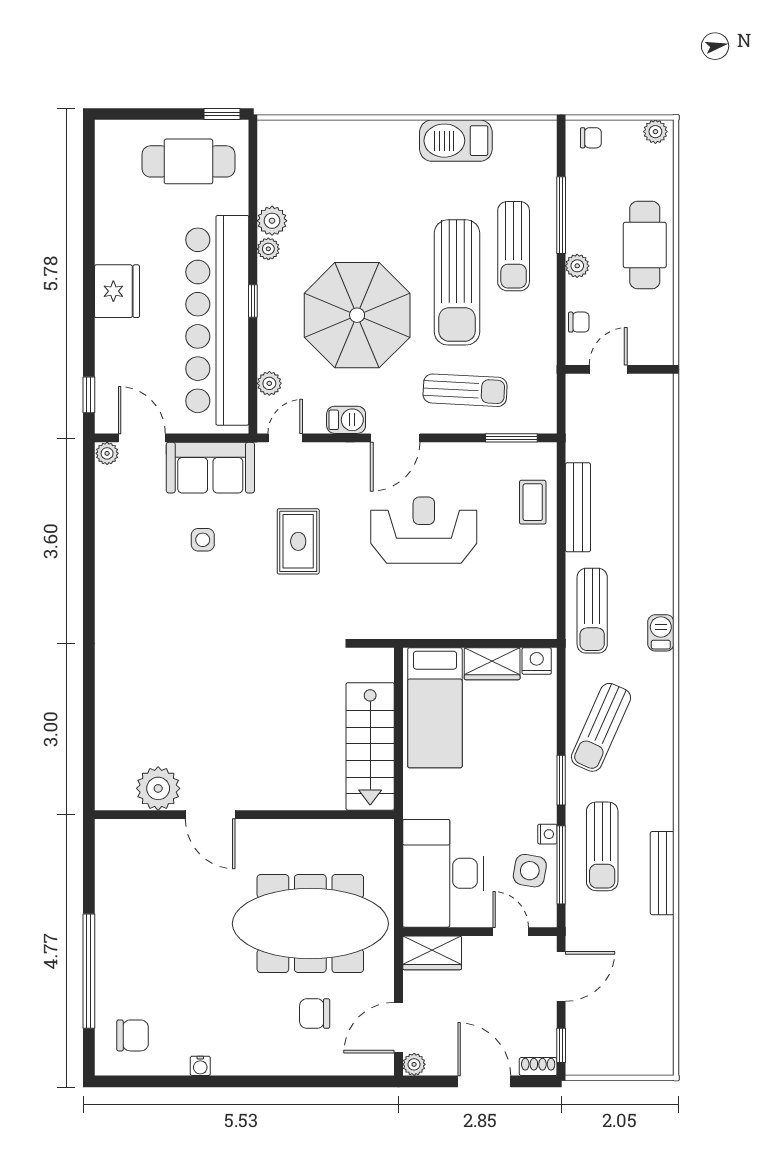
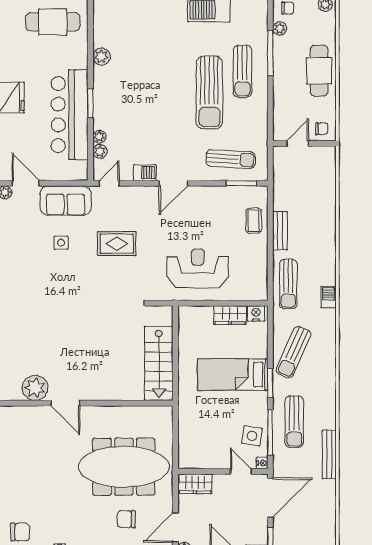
plant: (268, 249) -> (99, 137), moved
plant: (577, 266) -> (280, 28), moved
window: (253, 301) -> (90, 103), width x1.50
parasol: (357, 315) -> (151, 112), removed
bar counter: (217, 320) -> (70, 115), width x0.73
chair: (579, 322) -> (322, 129), moved
sun lounger: (465, 390) -> (231, 159), moved
bench: (578, 507) -> (280, 231), width x0.73
reception desk: (424, 530) -> (198, 268), moved
rug: (298, 541) -> (117, 244), turned 90
bed: (435, 708) -> (233, 375), moved, turned 90
nightstand: (547, 834) -> (262, 463), moved
desk: (443, 873) -> (201, 437), removed
bench: (662, 873) -> (329, 454), moved
door: (561, 976) -> (270, 498), width x1.36

